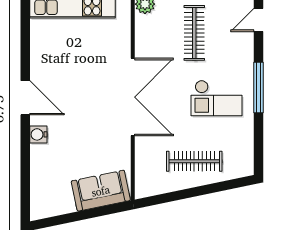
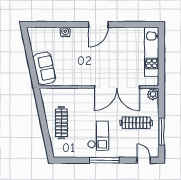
double door: (133, 97) -> (117, 87), moved
checkout: (216, 98) -> (98, 136), turned 180
water cooler: (38, 134) -> (65, 32), moved

